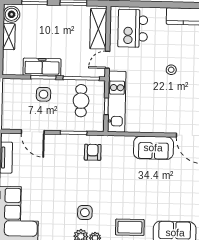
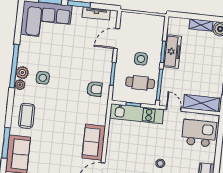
side table: (43, 94) -> (141, 59), moved

